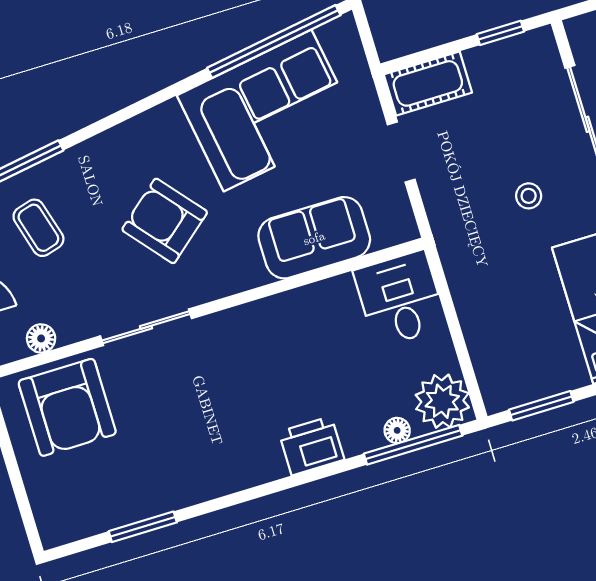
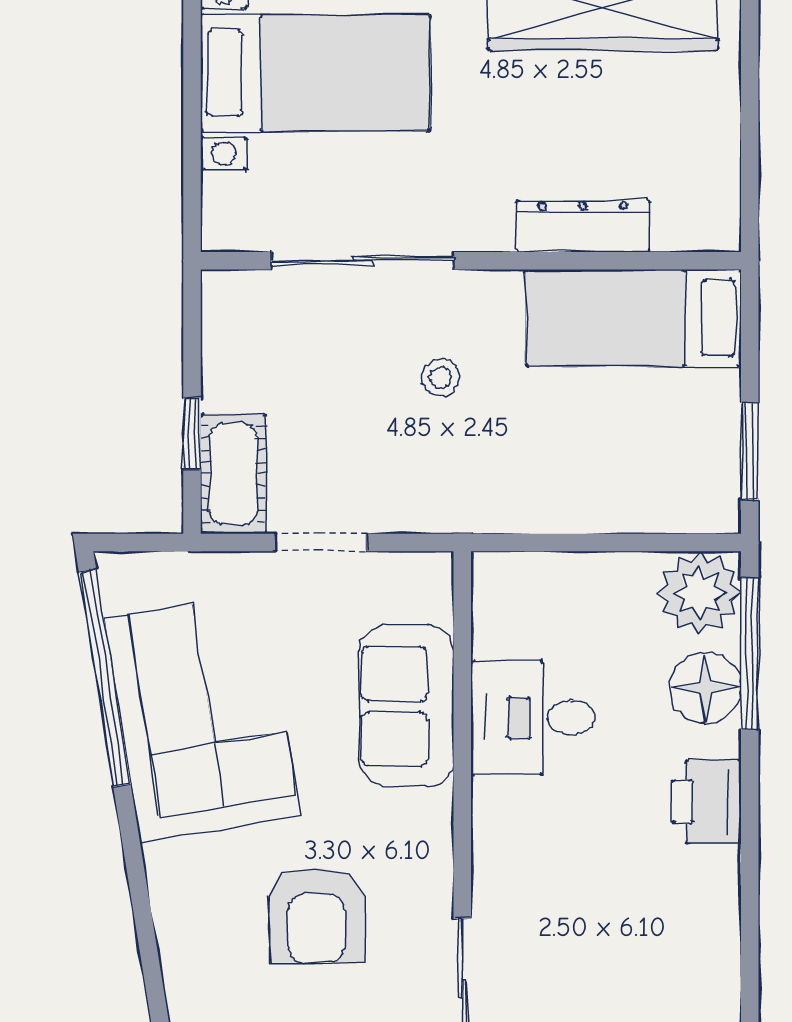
window: (500, 33) -> (192, 434), moved
armchair: (165, 221) -> (316, 915), turned -50
desk: (400, 299) -> (533, 718), moved
floor lamp: (397, 430) -> (705, 688), width x1.89, depth x1.89

